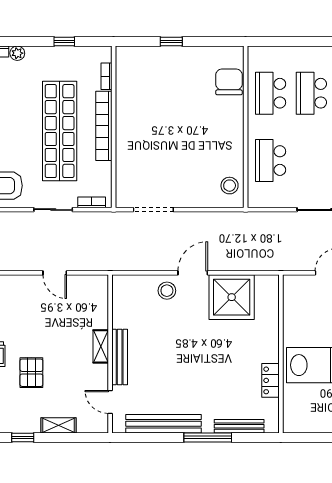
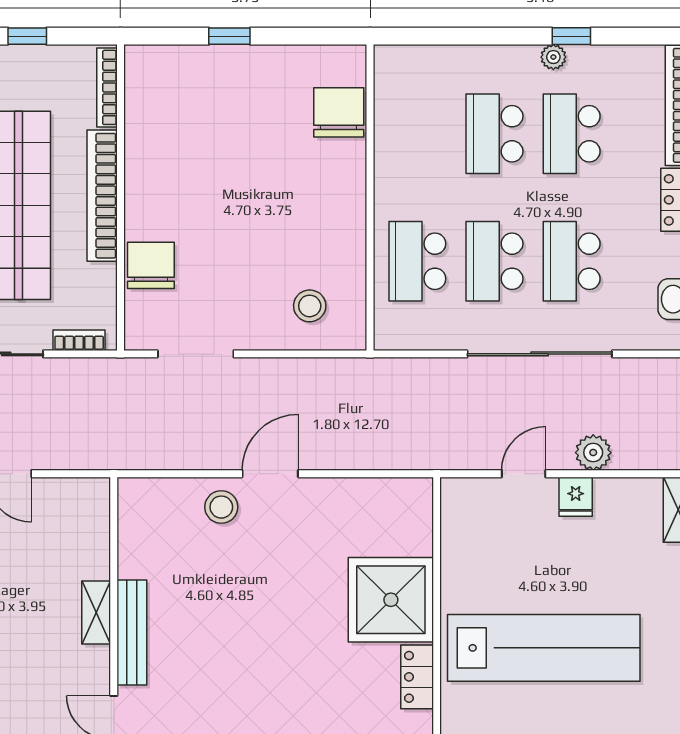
bookcase: (106, 76) -> (107, 87), width x1.56
school desk: (271, 93) -> (495, 261), moved
chair: (130, 163) -> (151, 265), added
stool: (230, 186) -> (310, 306), moved
shower: (232, 297) -> (391, 600), moved

